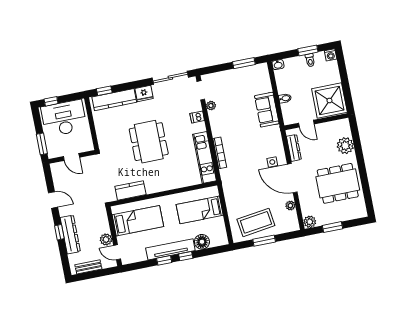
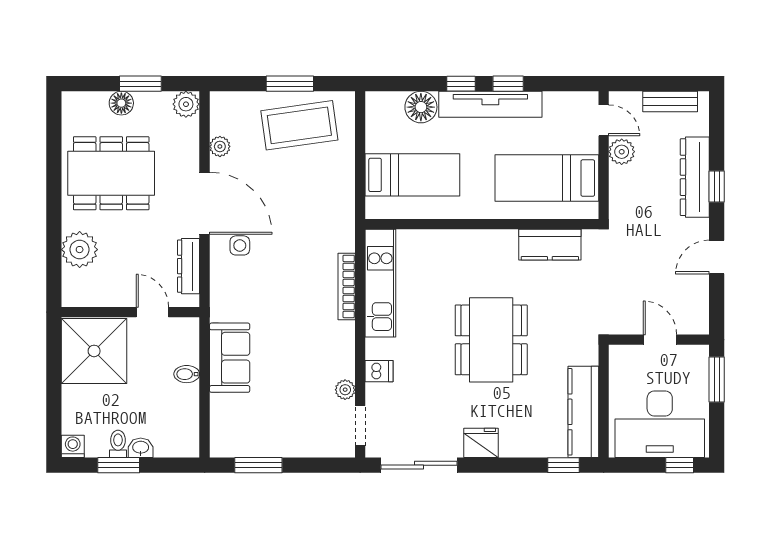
washbasin: (278, 65) -> (141, 448), moved
kitchen counter: (114, 100) -> (583, 412), moved, turned -90
door: (53, 200) -> (717, 257), hinge flipped
floor lamp: (339, 216) -> (121, 103), added

